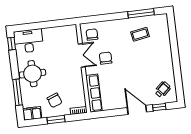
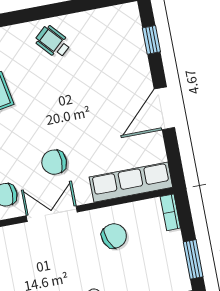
wheelchair: (163, 90) -> (53, 42), moved
chair: (55, 100) -> (114, 236), moved
door: (137, 110) -> (164, 108), moved

